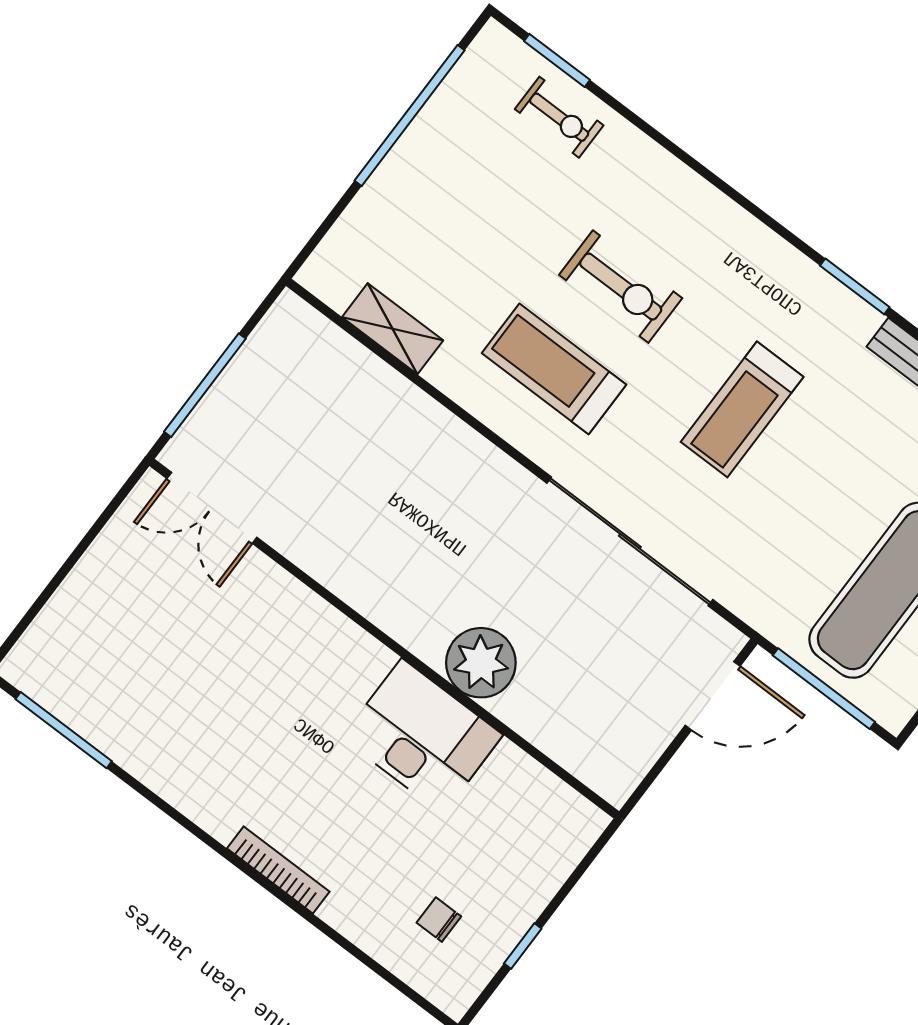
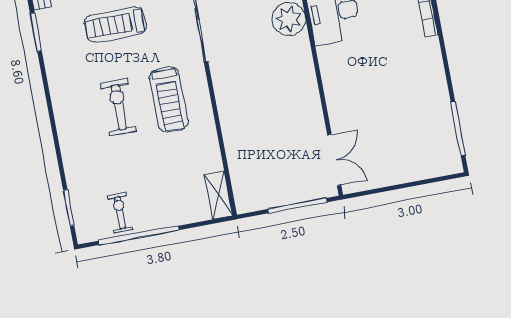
exercise bike: (559, 117) -> (120, 213), moved
shelving: (393, 329) -> (218, 195), moved
treadmill: (742, 409) -> (115, 25), turned 180

